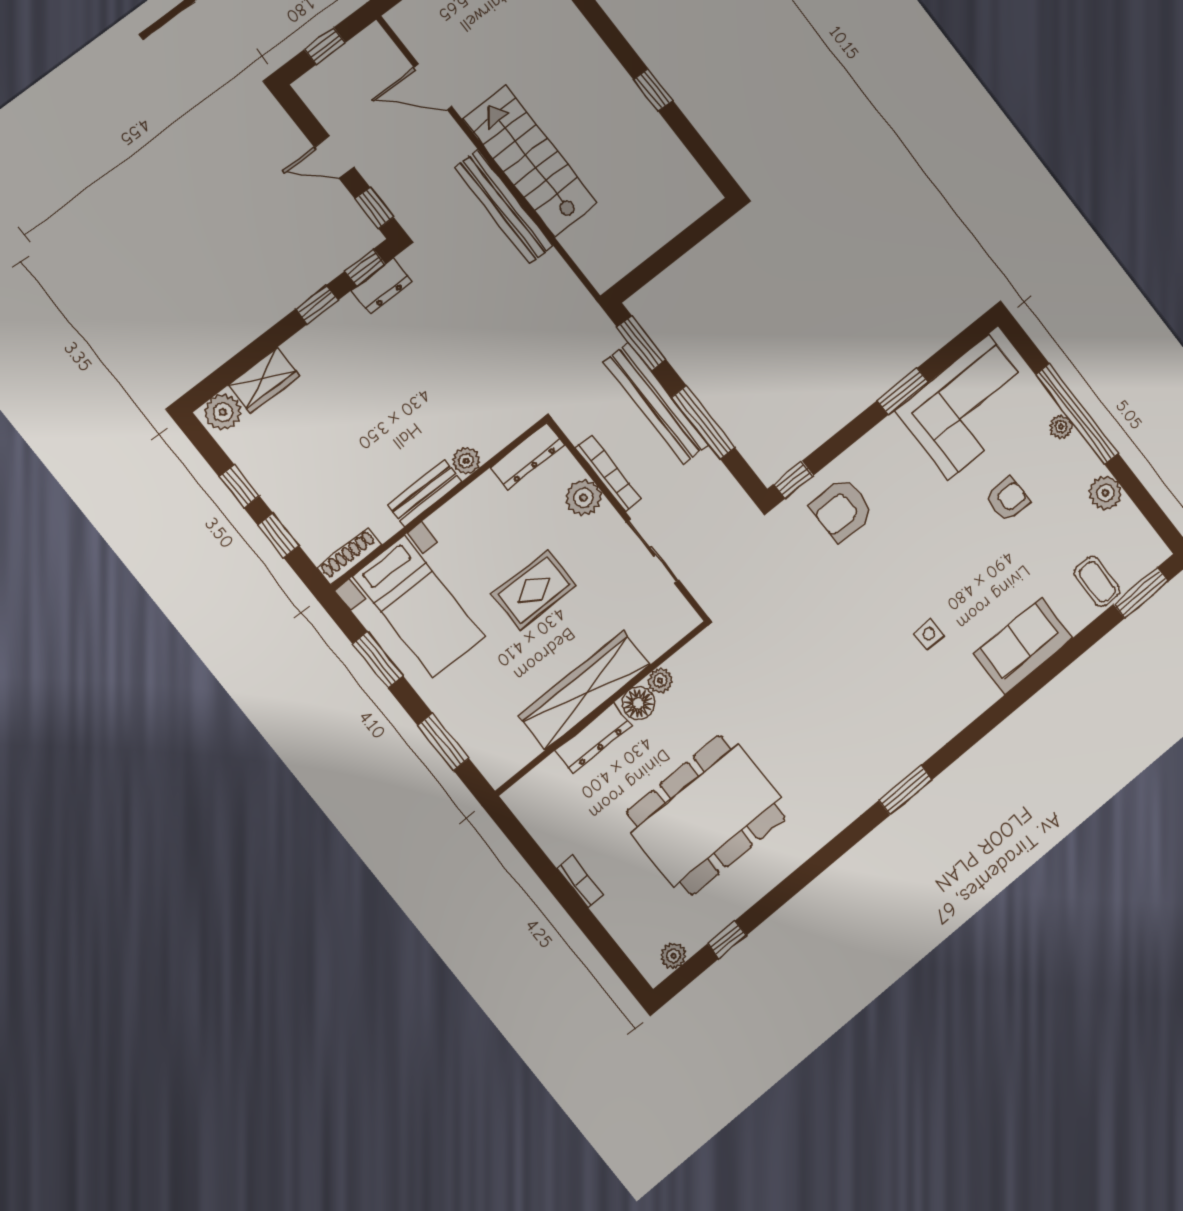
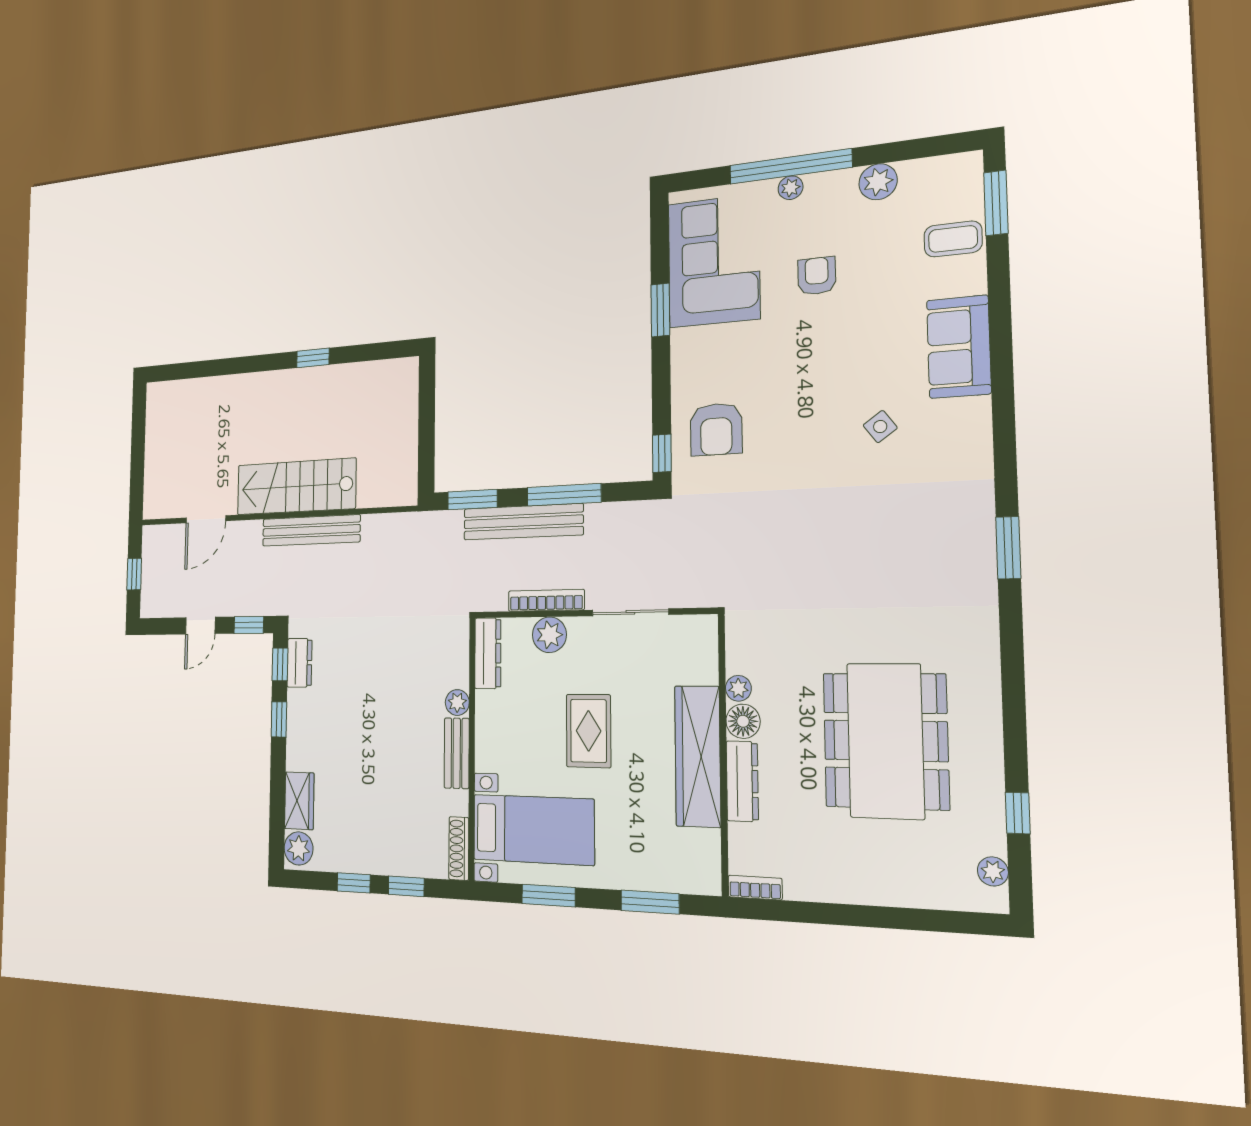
side table: (929, 634) -> (880, 427), turned -36
bookcase: (580, 881) -> (755, 888), moved

